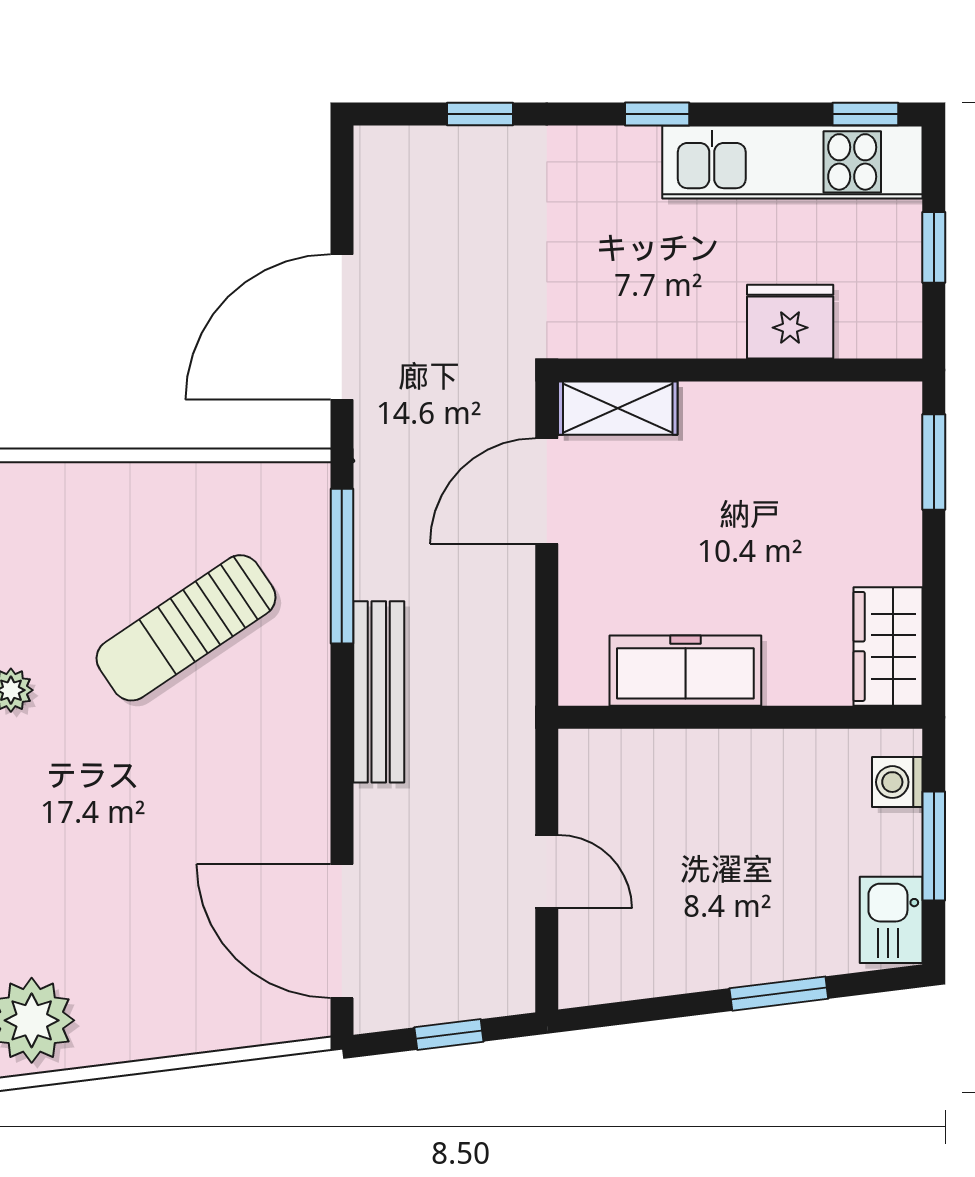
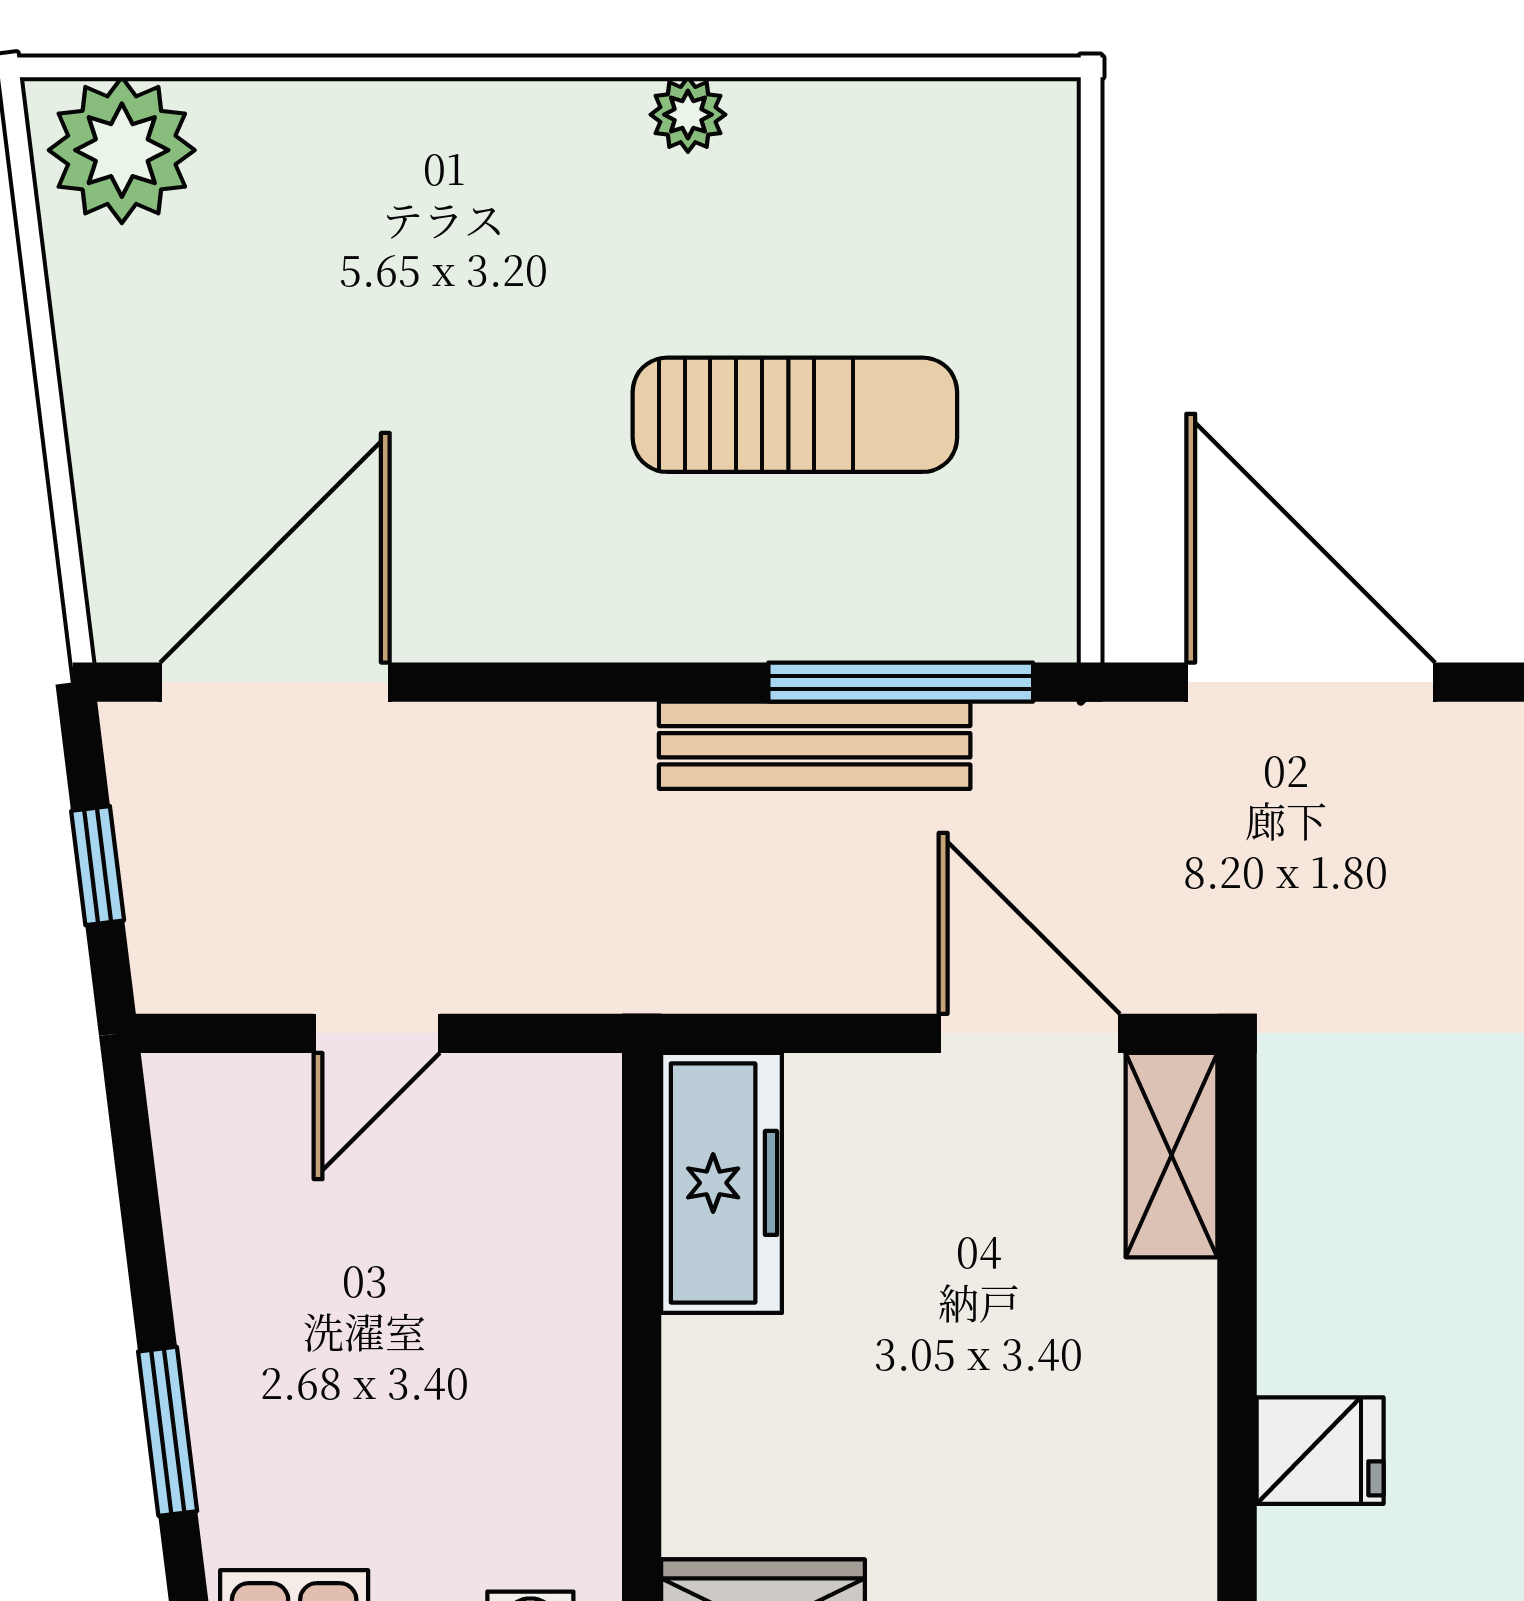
fridge: (790, 322) -> (1320, 1451), width x0.72
sun lounger: (186, 628) -> (795, 415), turned 124
freezer: (685, 671) -> (722, 1183), moved
bench: (379, 692) -> (815, 745), moved

